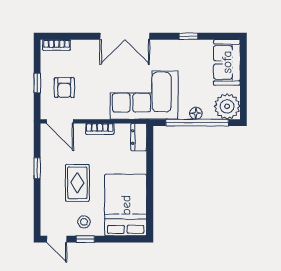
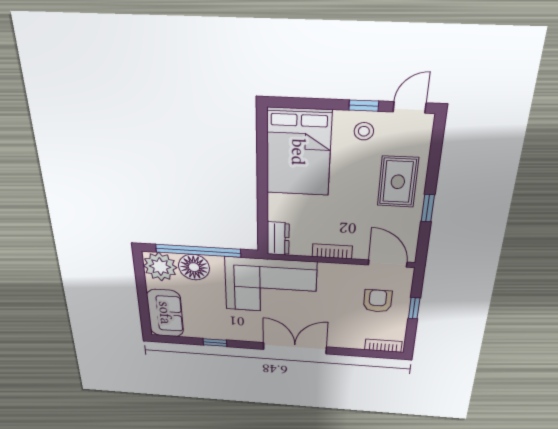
floor lamp: (196, 113) -> (194, 267), width x1.89, depth x1.89
rug: (77, 183) -> (398, 182), moved
door: (57, 239) -> (410, 107), hinge flipped

